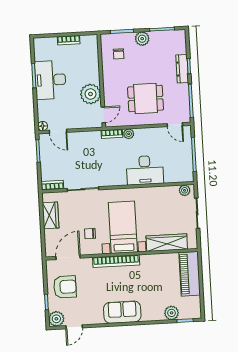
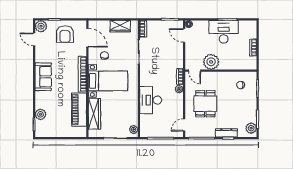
plant: (142, 39) -> (251, 128), moved
door: (58, 131) -> (184, 35), hinge flipped
piano: (190, 274) -> (79, 110), moved, turned -90

